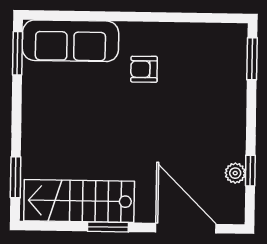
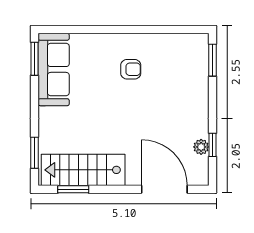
sofa: (70, 41) -> (54, 69), moved, turned -90
armchair: (144, 69) -> (131, 69), turned 180
window: (108, 227) -> (73, 189), moved

